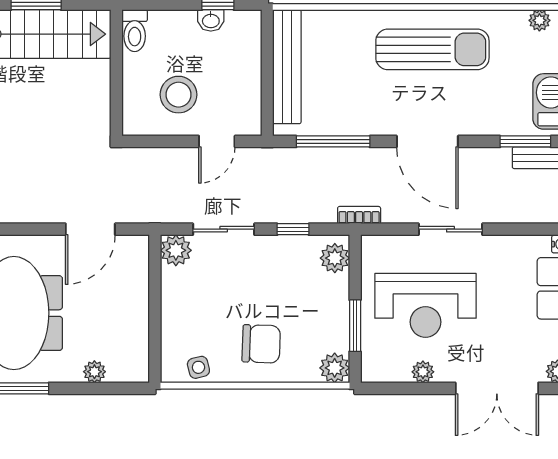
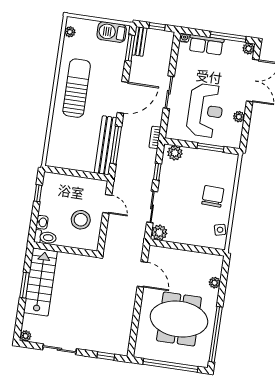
washbasin: (211, 20) -> (42, 222), moved
bench: (287, 67) -> (106, 145), moved, turned 90
plant: (335, 368) -> (230, 161), removed

